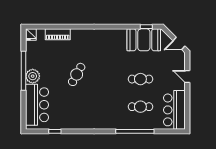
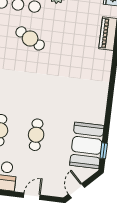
cafe table: (77, 74) -> (30, 38), moved

